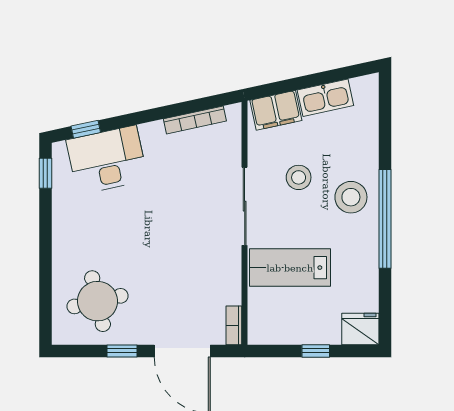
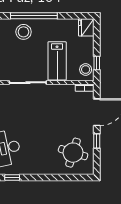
stool: (299, 177) -> (86, 70), moved
round table: (98, 301) -> (73, 153), turned 30
window: (316, 351) -> (97, 63), moved

